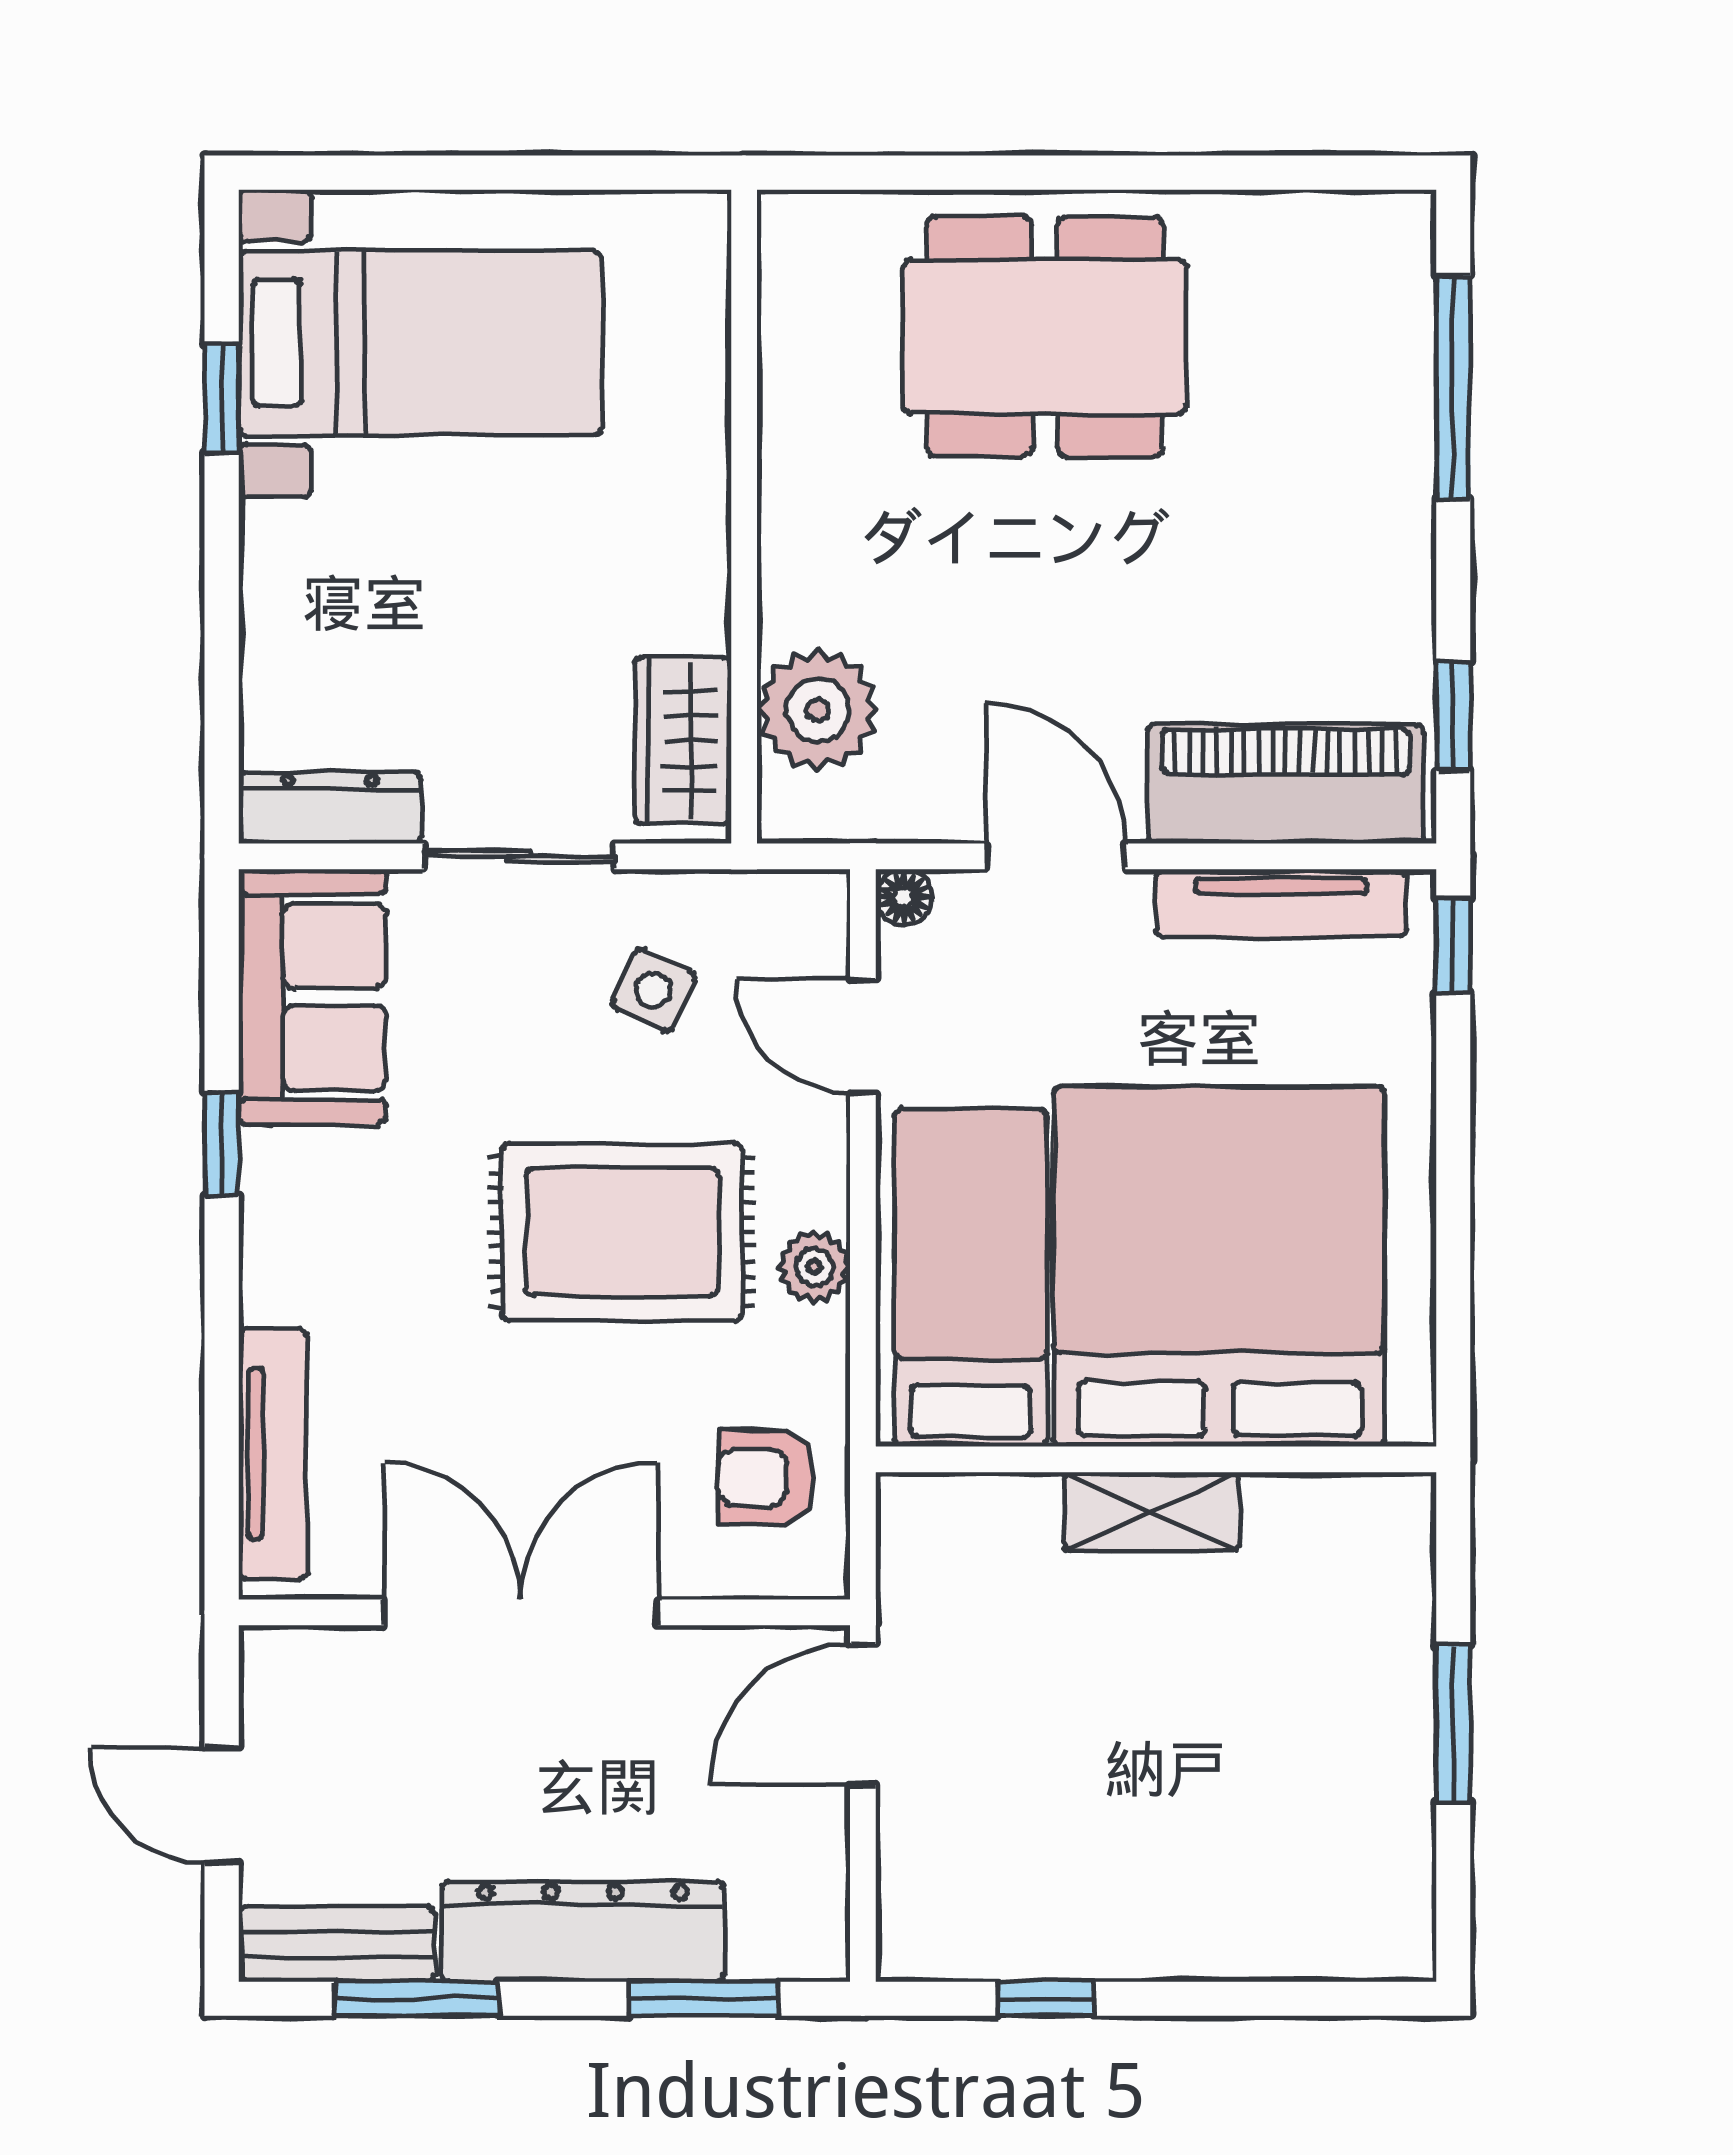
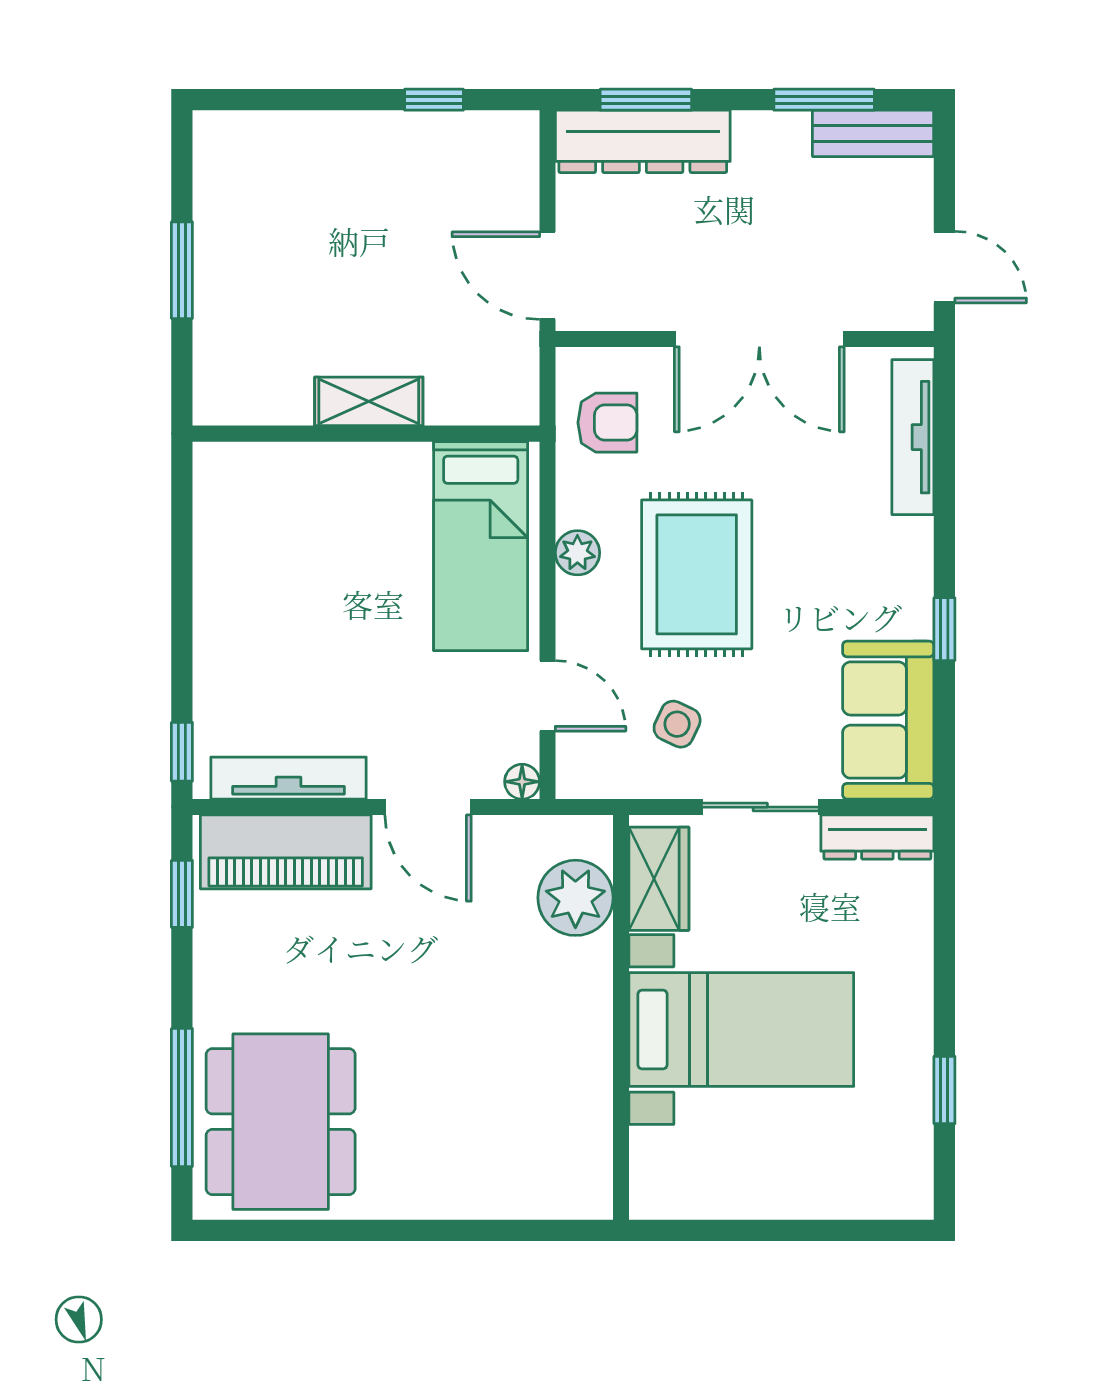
dining table: (1045, 337) -> (281, 1122), moved, turned 90
bed with nightstands: (420, 343) -> (741, 1030), moved, turned 180
rug: (622, 1232) -> (697, 574), turned 90
bed: (1219, 1267) -> (327, 553), removed
door: (863, 1715) -> (547, 276), swing flipped
door: (222, 1805) -> (944, 267), moved
dresser: (583, 1931) -> (643, 141), moved

